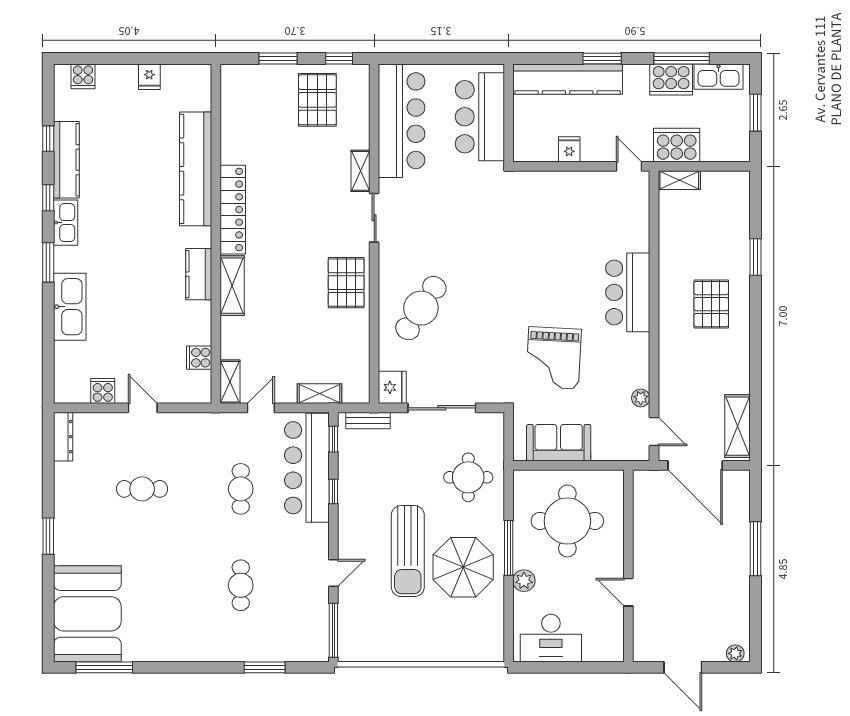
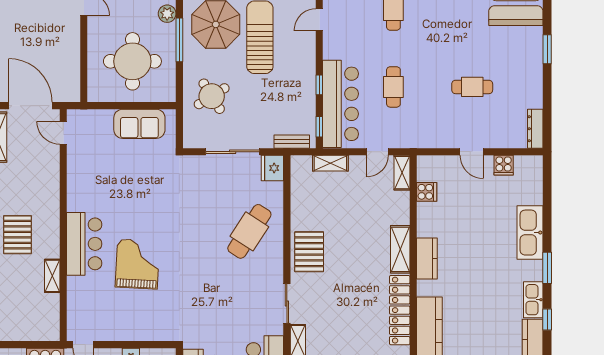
shelving: (679, 180) -> (52, 276), moved, turned 90
grand piano: (554, 358) -> (137, 264), moved
plant: (641, 398) -> (74, 160), removed
round table: (468, 477) -> (212, 96), turned -32

